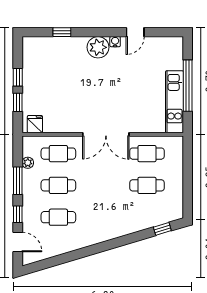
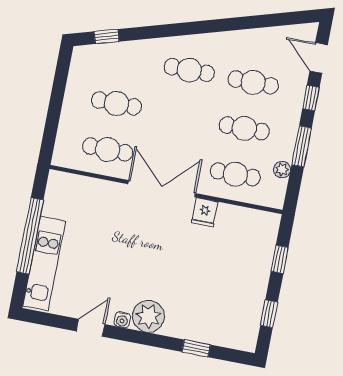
window: (18, 77) -> (269, 314), moved
kitchen unit: (175, 102) -> (44, 263), moved
fridge: (35, 124) -> (205, 212), moved
cafe table: (103, 217) -> (189, 70), added

